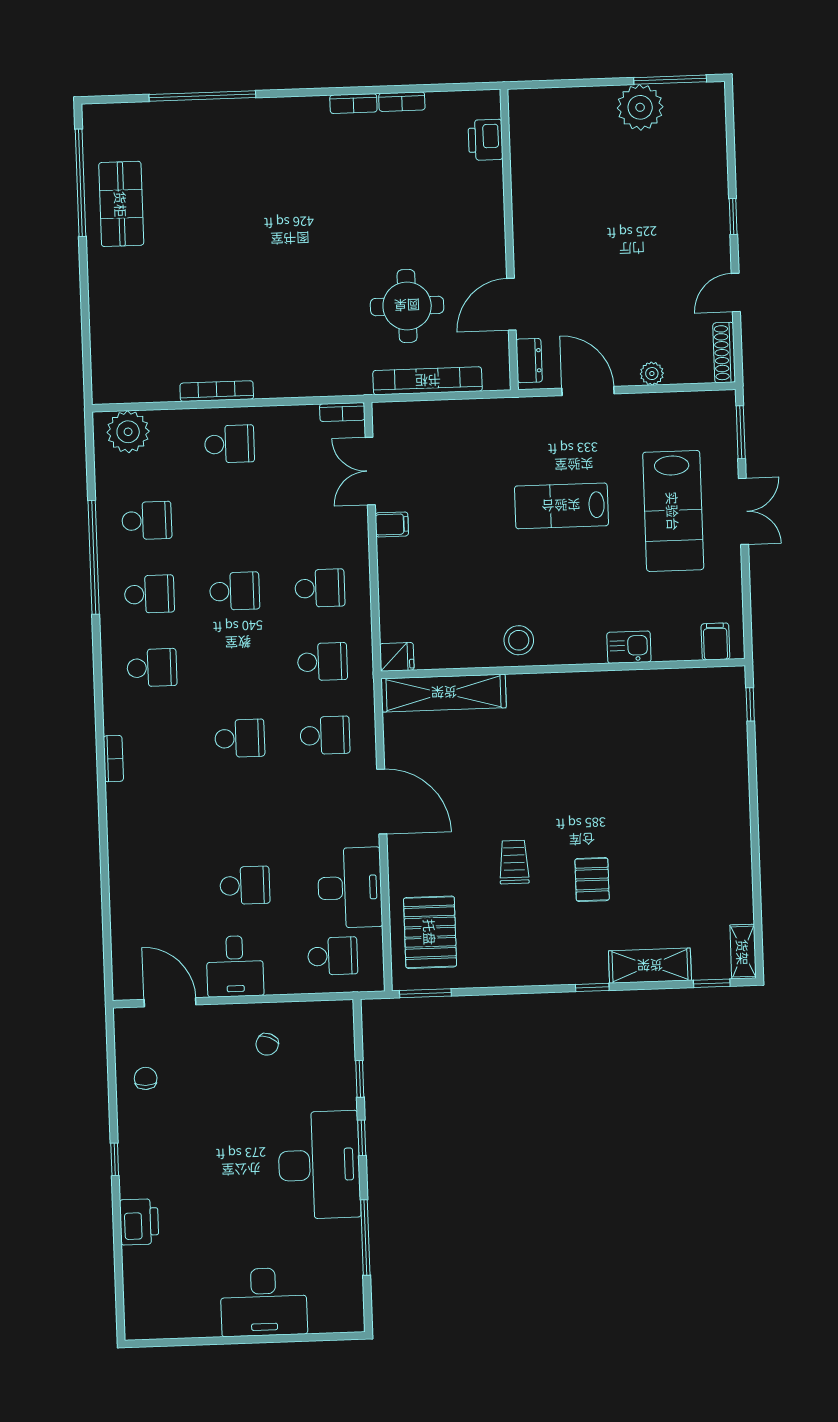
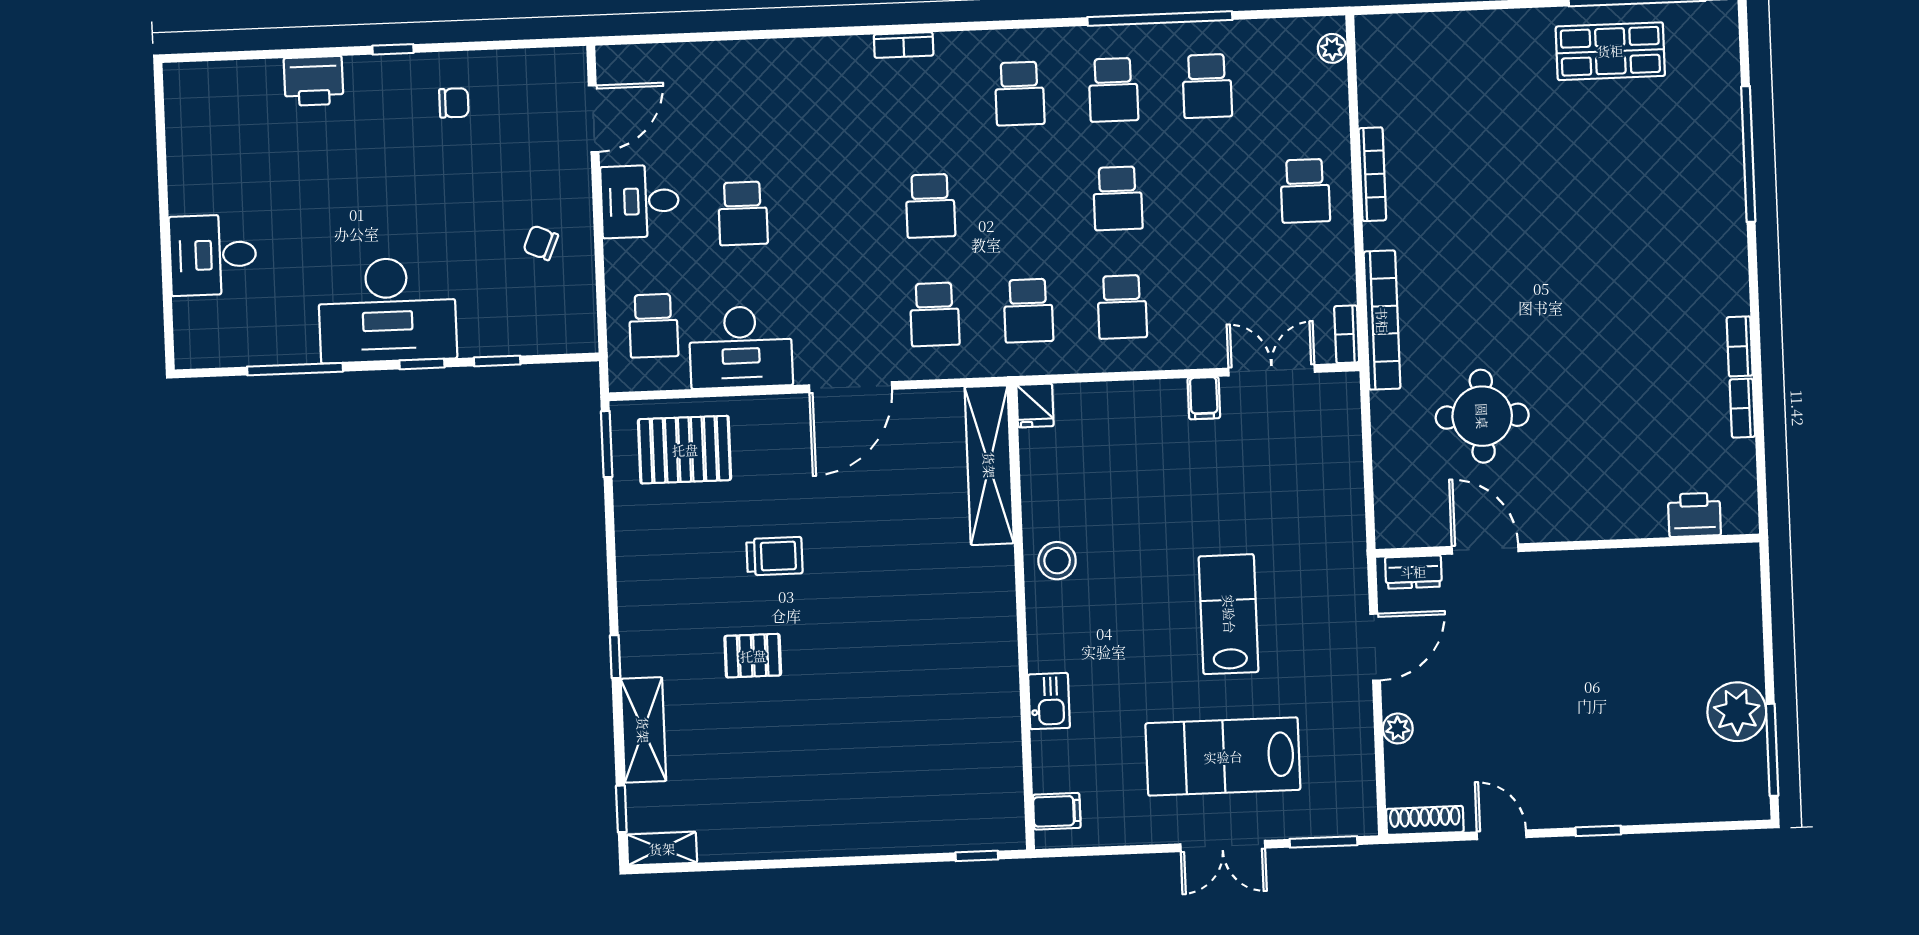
bookcase: (428, 381) -> (1382, 320), moved
plant: (128, 432) -> (1332, 48), width x0.53, depth x0.53
chair: (146, 1078) -> (454, 103), moved
desk: (264, 1302) -> (213, 255), width x0.73

